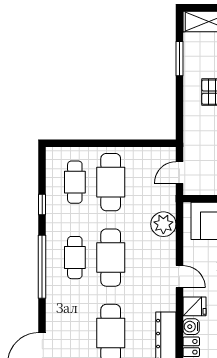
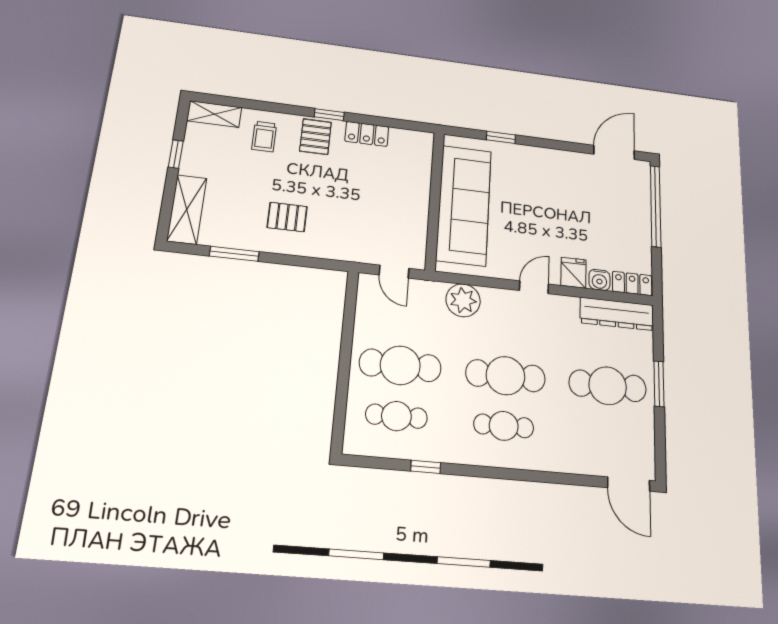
window: (42, 267) -> (515, 474), removed

